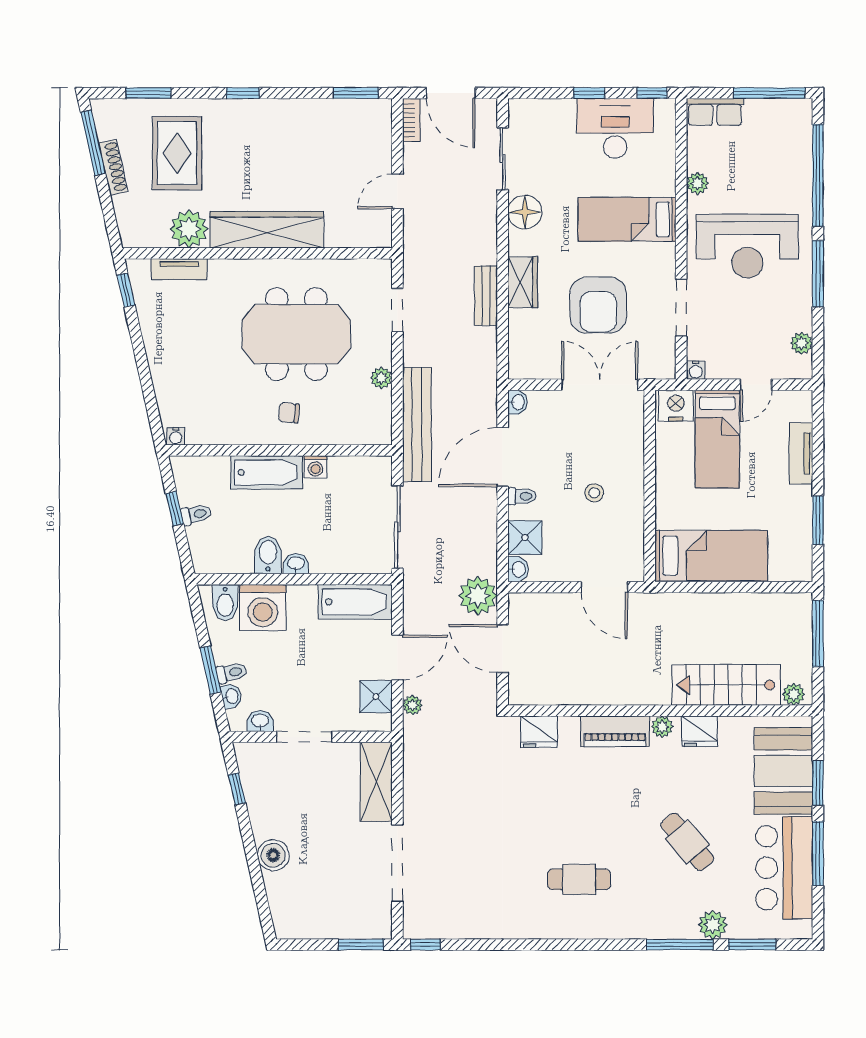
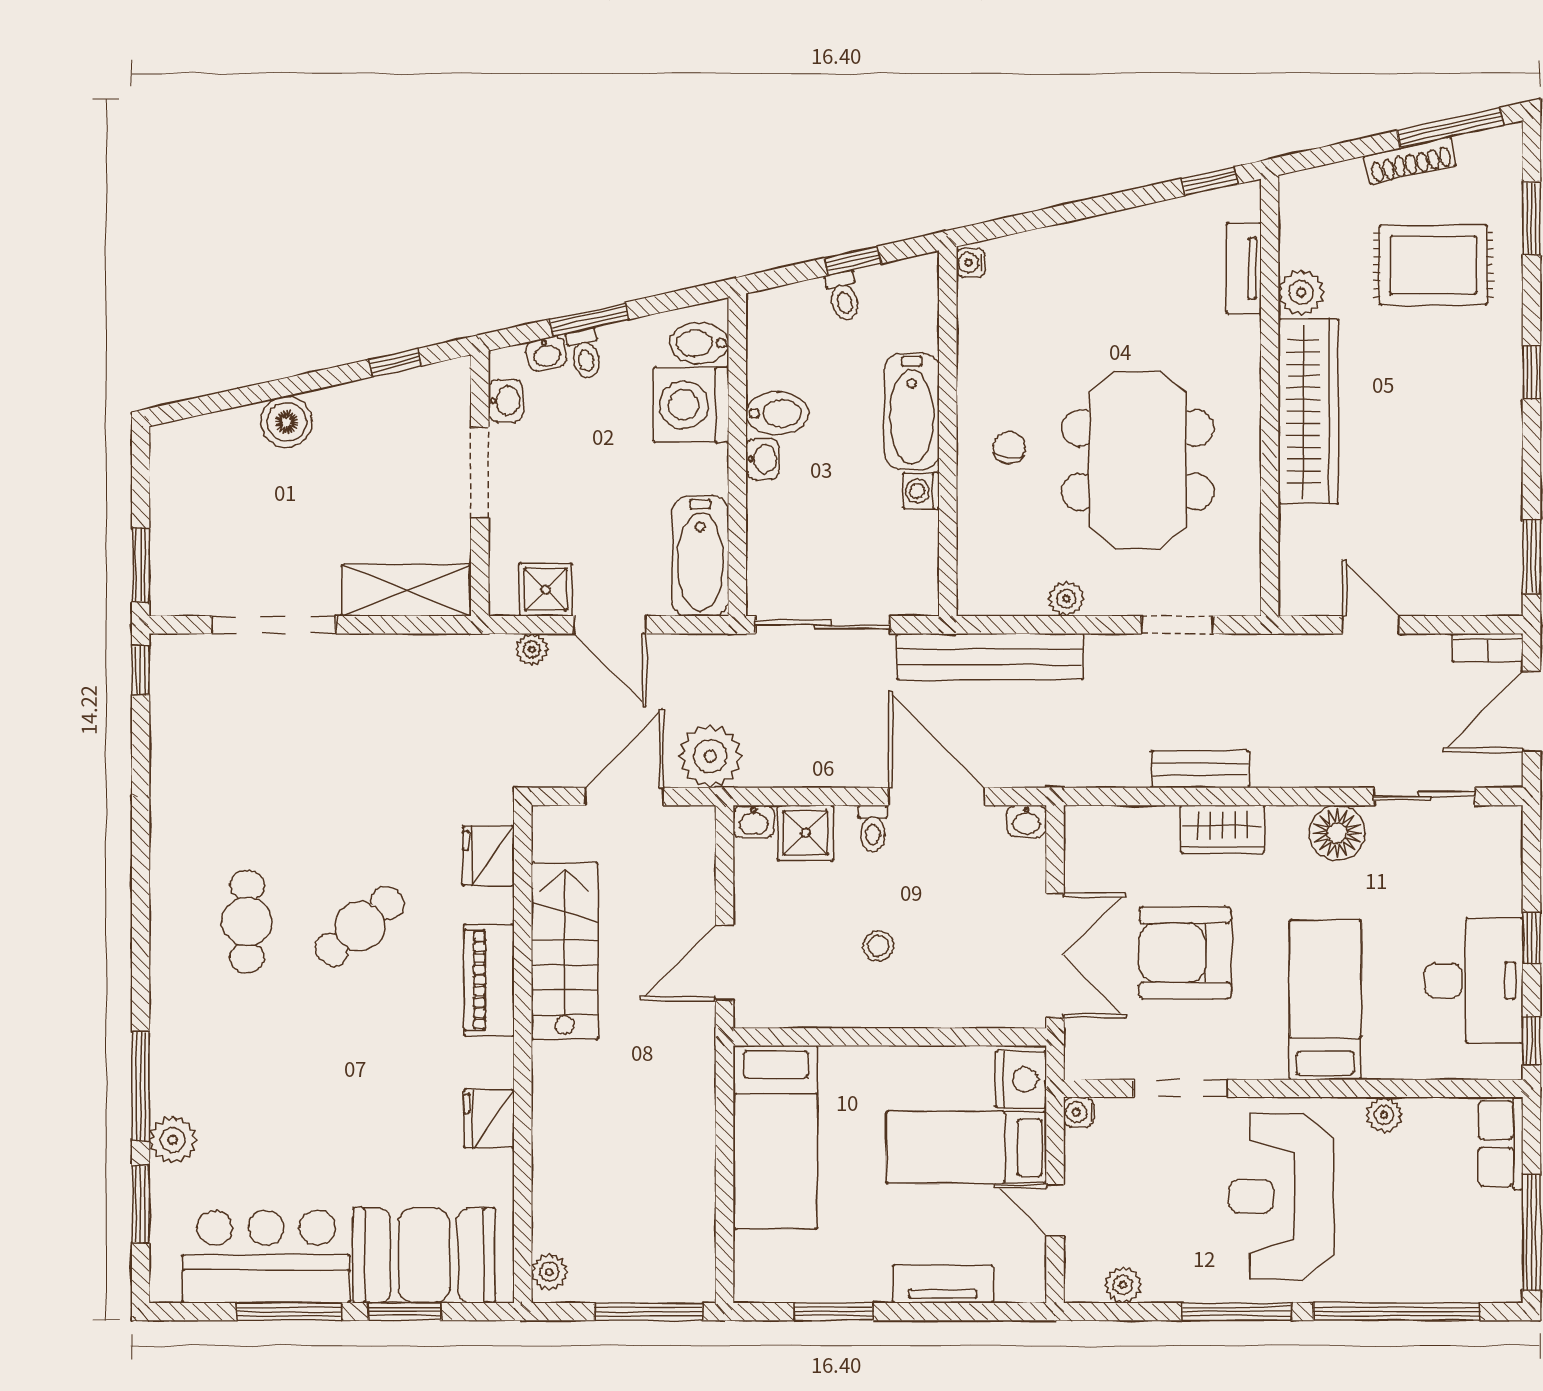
plant: (189, 229) -> (1301, 292), width x0.73, depth x0.73
stairs: (726, 685) -> (565, 951), moved
plant: (662, 727) -> (496, 1057), removed
cafe table: (687, 842) -> (360, 926), moved

